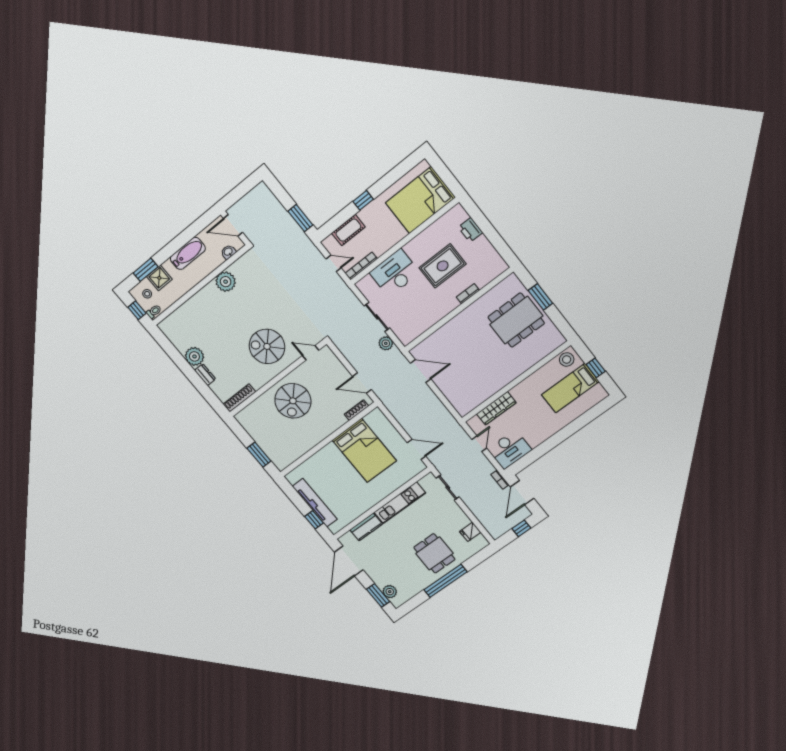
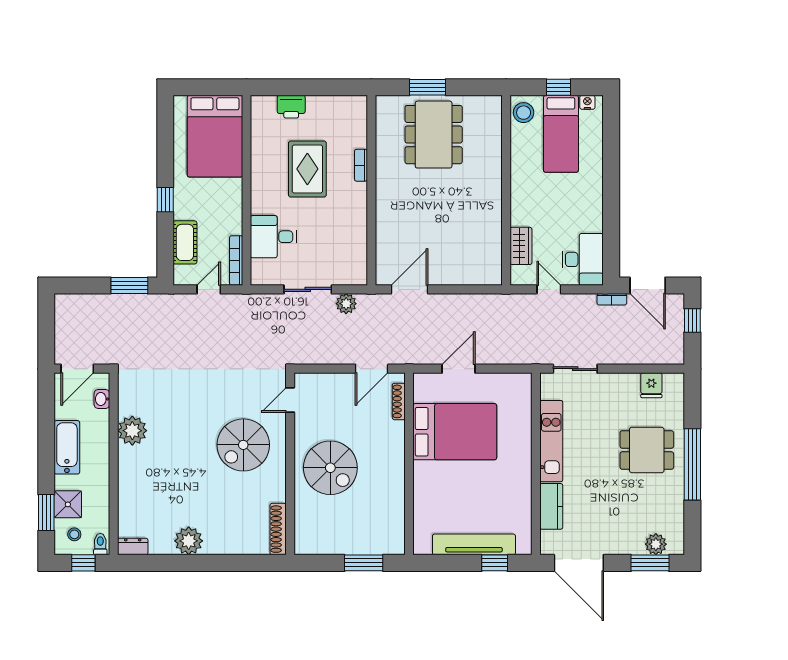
desk: (395, 273) -> (273, 237), width x0.73
dresser: (205, 375) -> (133, 547), moved
nightstand: (599, 389) -> (587, 102), added
wardrobe: (496, 408) -> (521, 246), width x0.67
door: (416, 449) -> (459, 369), moved

